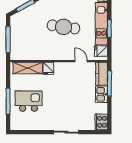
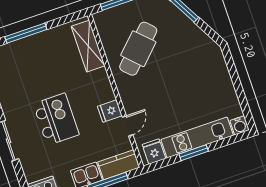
cafe table: (64, 27) -> (138, 49), moved, turned 37
fridge: (48, 68) -> (110, 111), moved
kitchen island: (29, 101) -> (56, 119), moved

